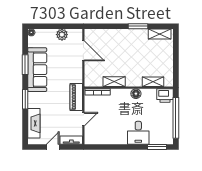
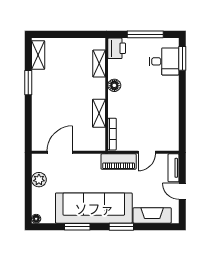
sofa: (37, 70) -> (94, 208), width x1.36, depth x1.27
window: (176, 118) -> (145, 34), width x0.68
door: (83, 119) -> (147, 152), swing flipped
desk: (138, 133) -> (164, 61), moved

